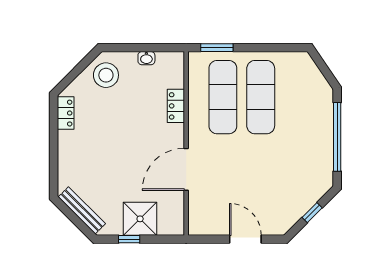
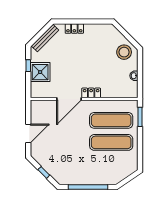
locker: (176, 106) -> (91, 93), moved
locker: (66, 113) -> (74, 29), moved
door: (186, 169) -> (69, 99), swing flipped

